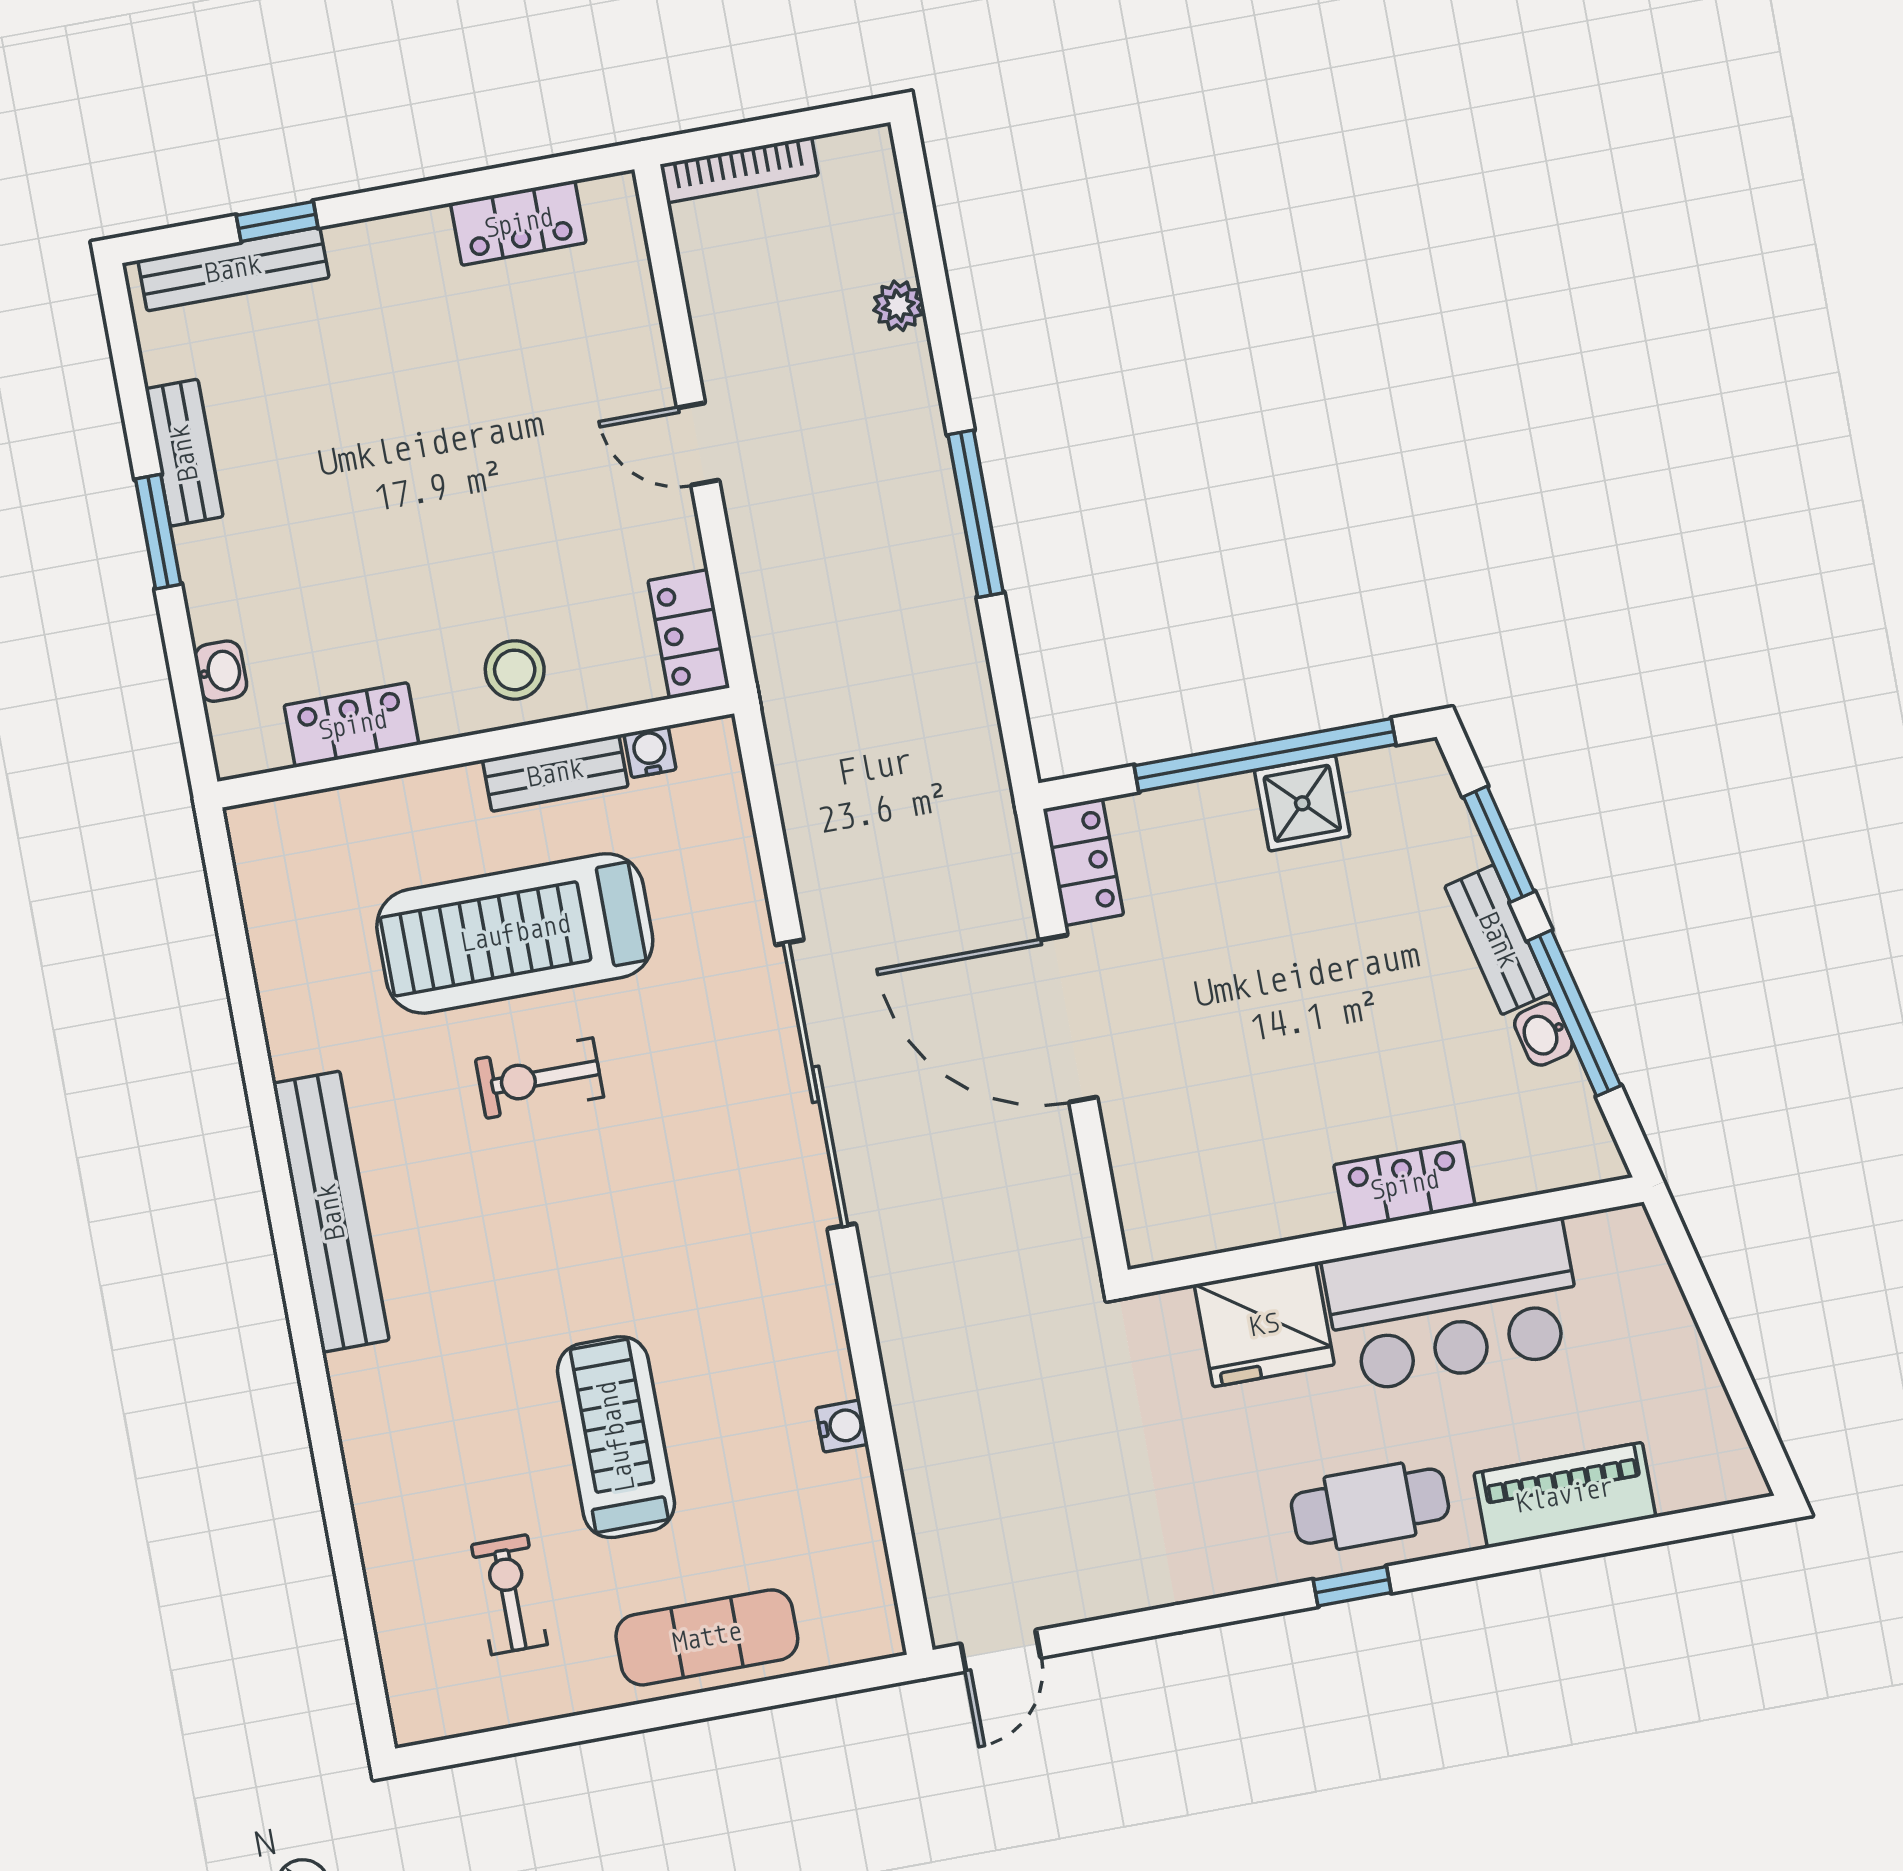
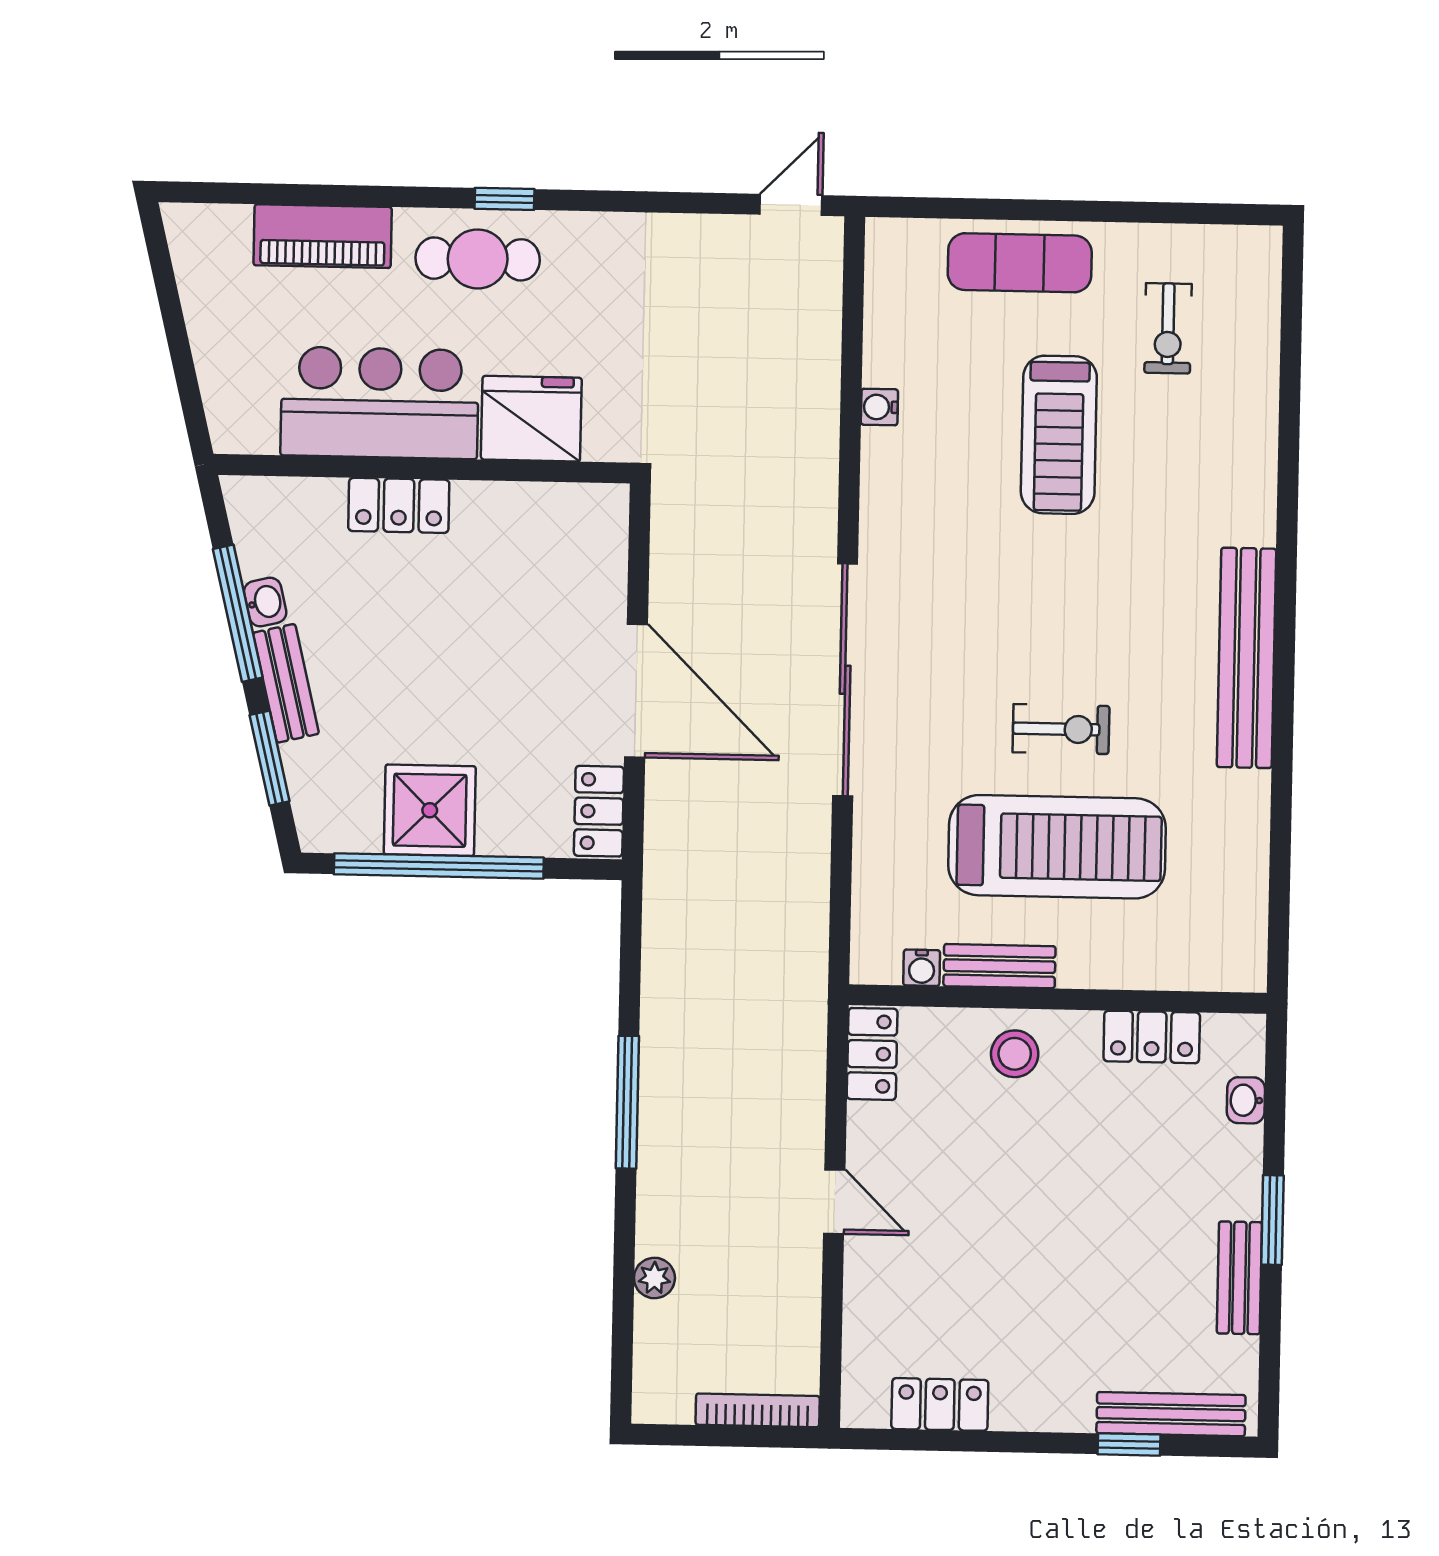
shower: (1302, 803) -> (430, 810), width x1.36, depth x1.36

